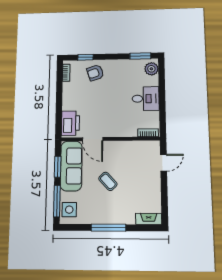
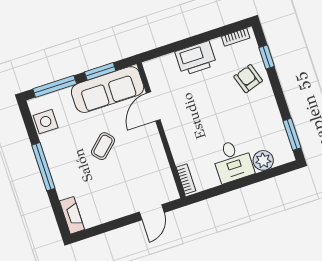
plant: (151, 69) -> (263, 160), moved
printer: (70, 123) -> (196, 58), moved
door: (164, 163) -> (152, 212), hinge flipped
side table: (69, 210) -> (46, 122), moved

